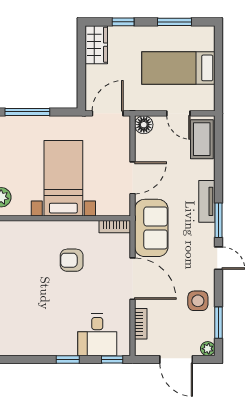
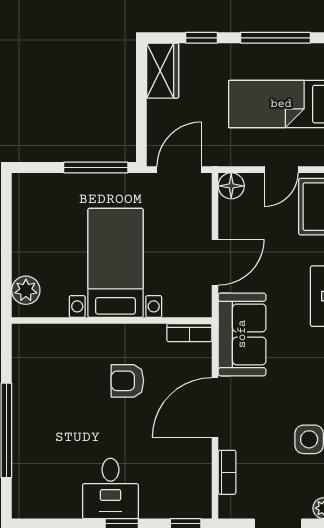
window: (175, 22) -> (275, 38), width x1.44
window: (27, 112) -> (96, 167), moved
door: (178, 113) -> (281, 170), hinge flipped
door: (132, 279) -> (215, 407), swing flipped
desk: (97, 335) -> (111, 488), moved

